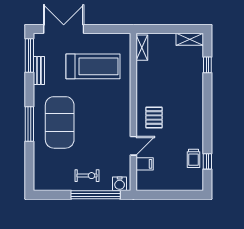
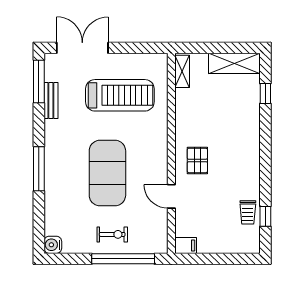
shelving: (190, 39) -> (234, 63), width x1.50, depth x1.33
exercise mat: (60, 122) -> (107, 173), moved
door: (133, 146) -> (171, 196), swing flipped
filing cabinet: (145, 164) -> (186, 245), moved
water cooler: (120, 184) -> (53, 245), moved, turned 90

